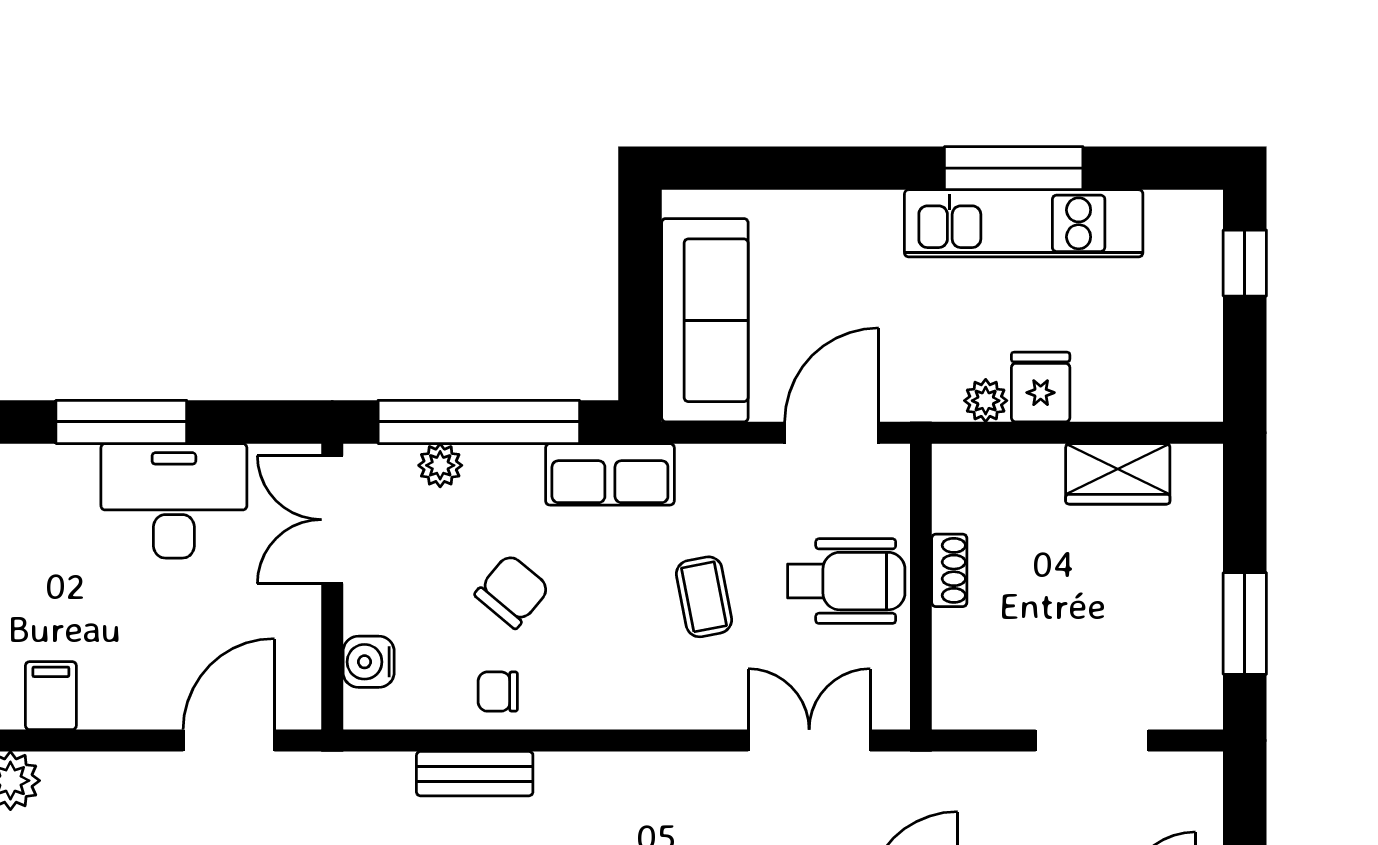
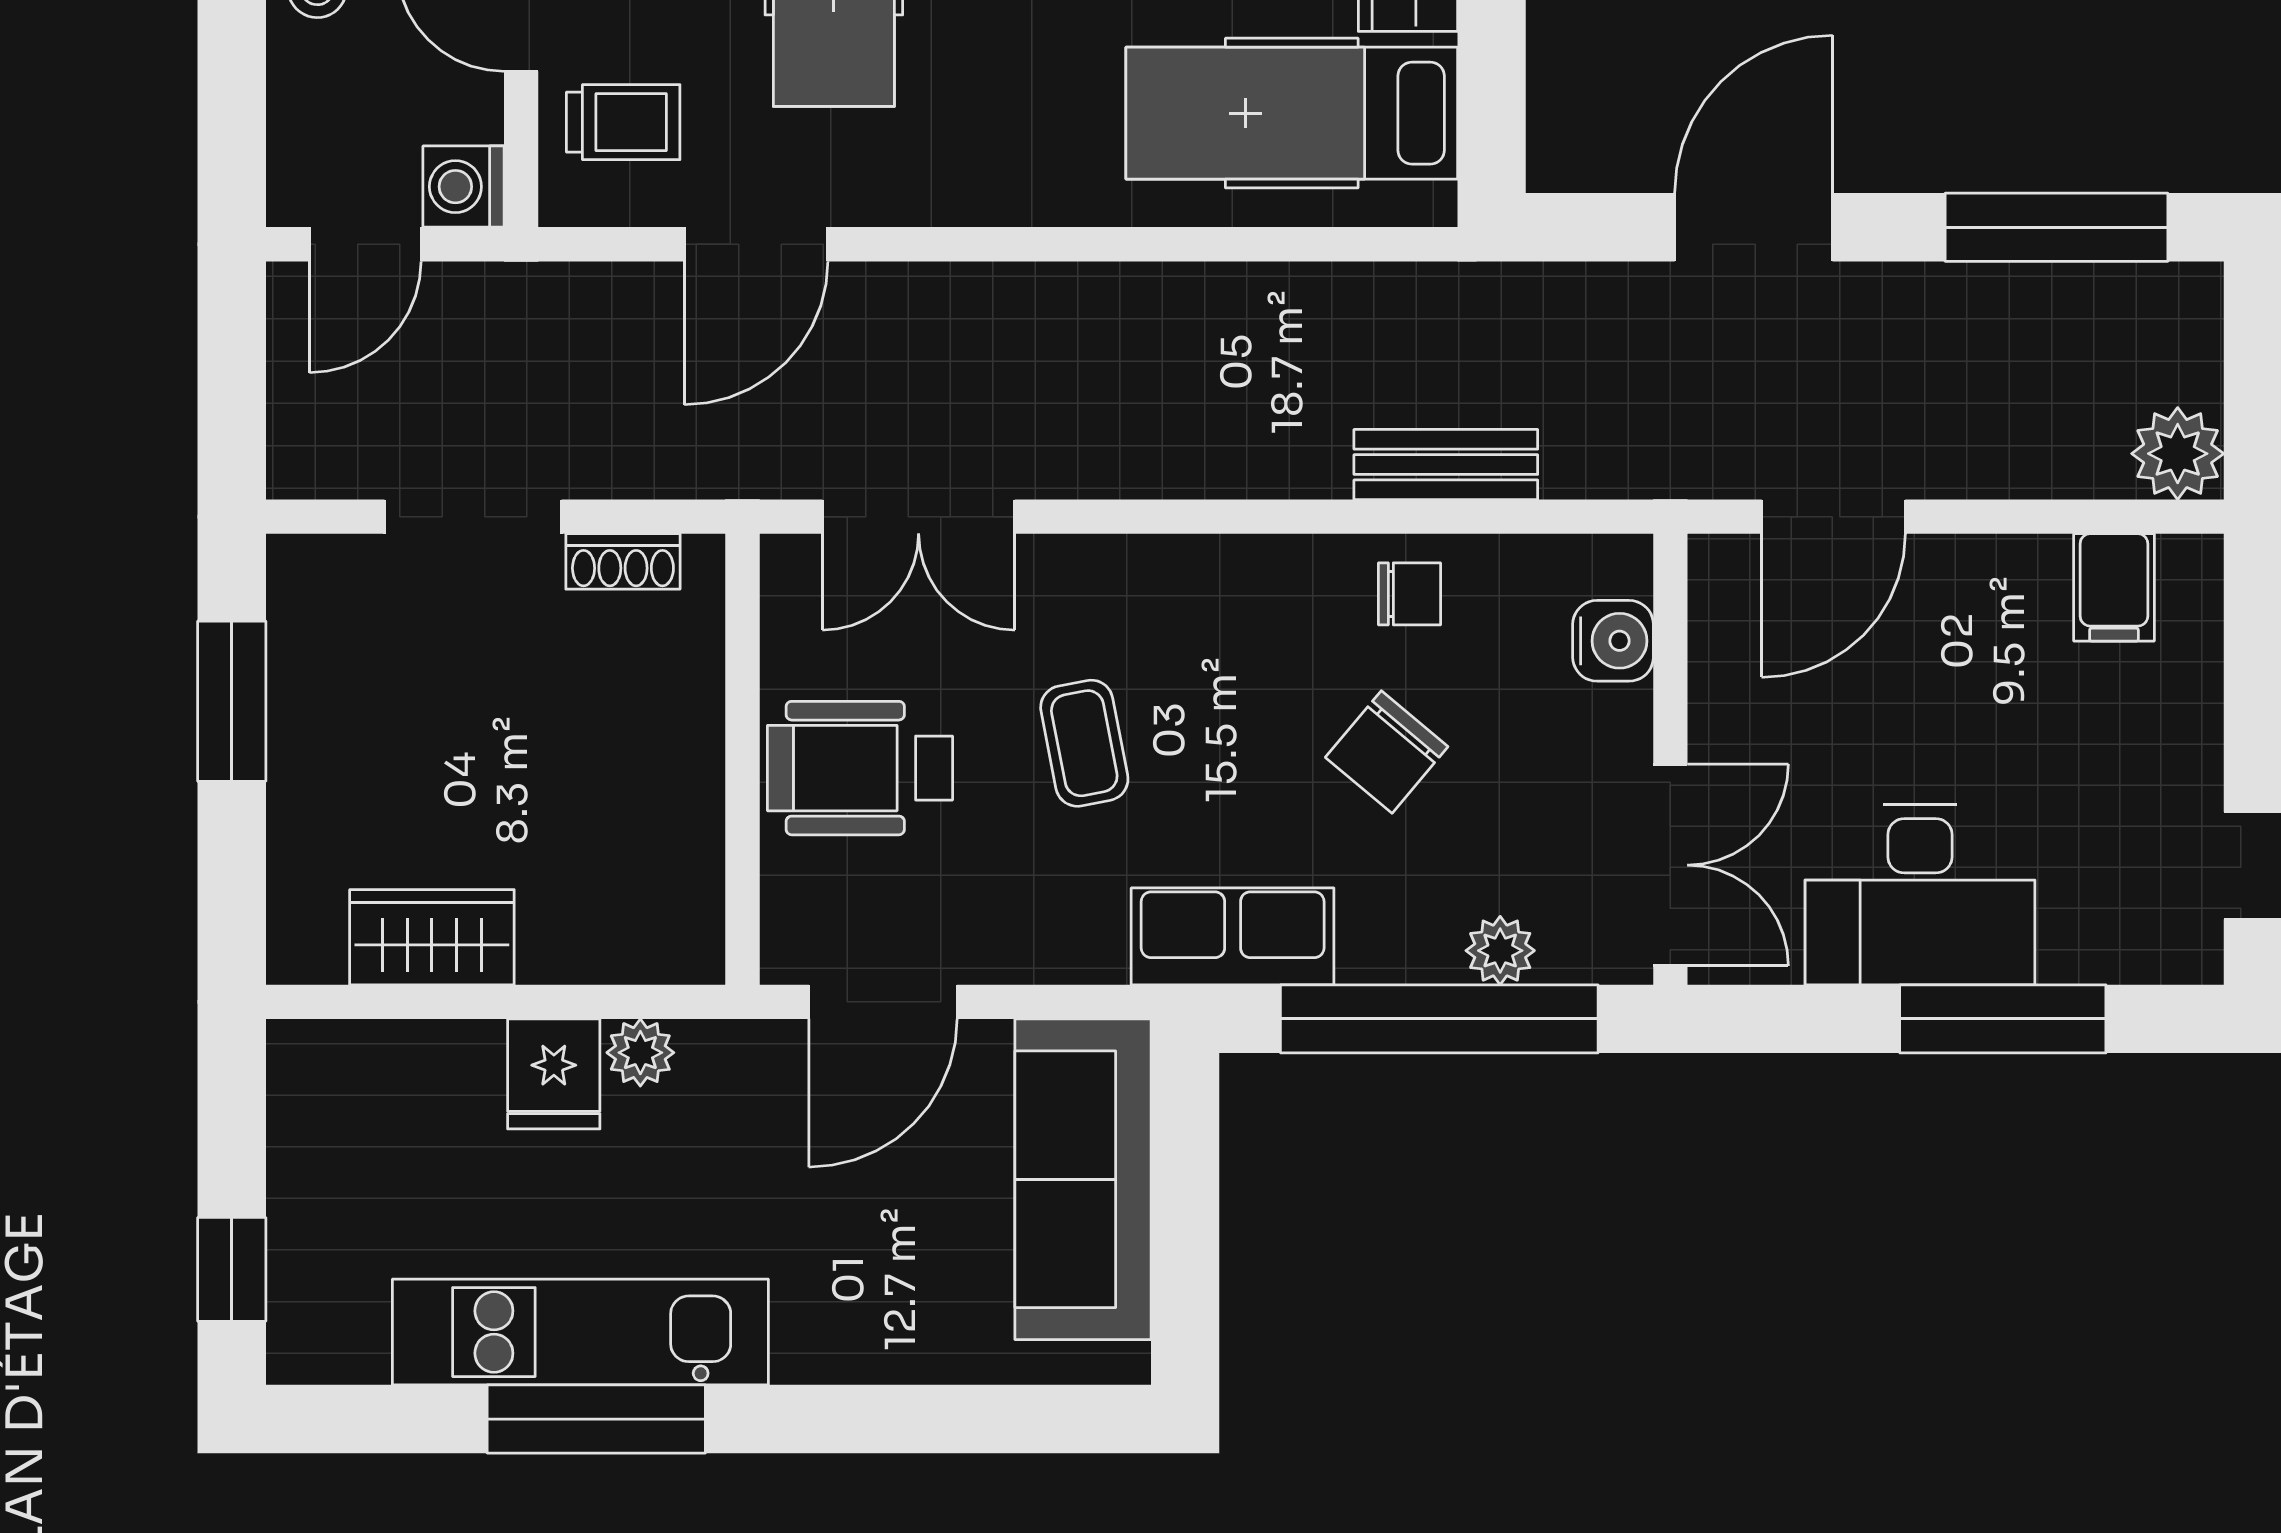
shoe rack: (949, 570) -> (623, 561), moved, turned -90

